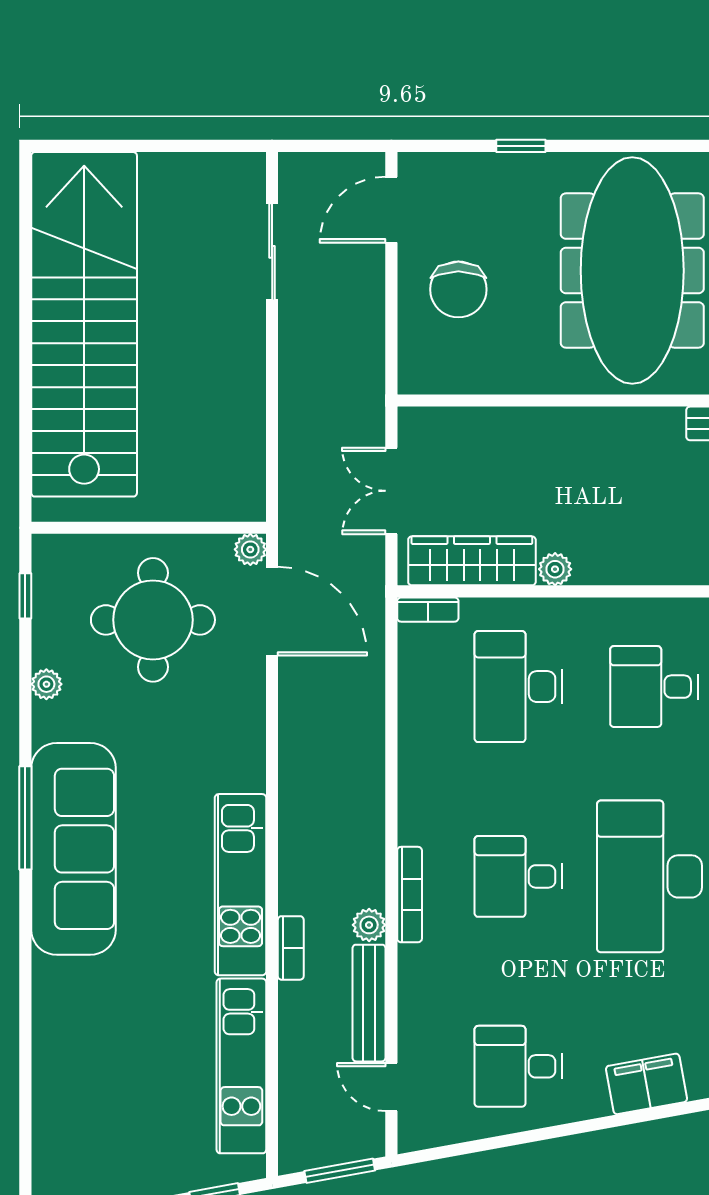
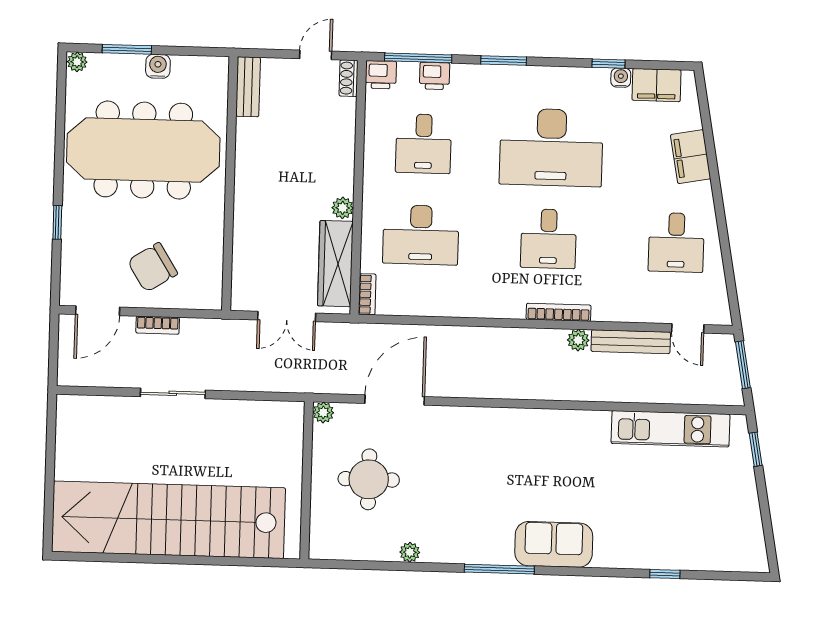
door: (391, 210) -> (98, 311), hinge flipped
sliding door: (272, 252) -> (173, 393), moved
chair: (458, 289) -> (153, 267), turned 148
window: (25, 596) -> (665, 574), moved
door: (272, 611) -> (395, 400), moved
round table: (153, 620) -> (369, 479), width x0.73, depth x0.73
sofa: (73, 849) -> (554, 544), width x0.54, depth x0.79
kitchen unit: (240, 885) -> (549, 426), removed
bookcase: (291, 948) -> (158, 325), moved, turned 180
door: (391, 1087) -> (688, 328), hinge flipped

